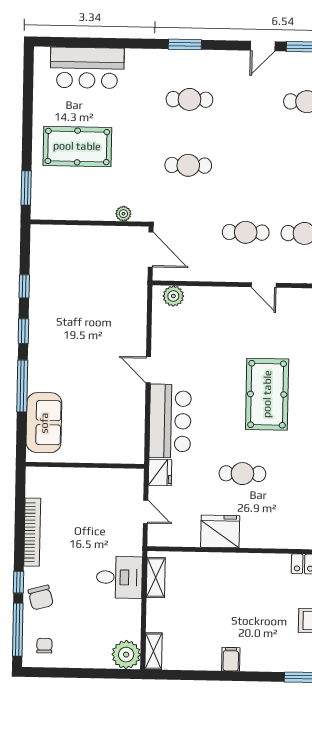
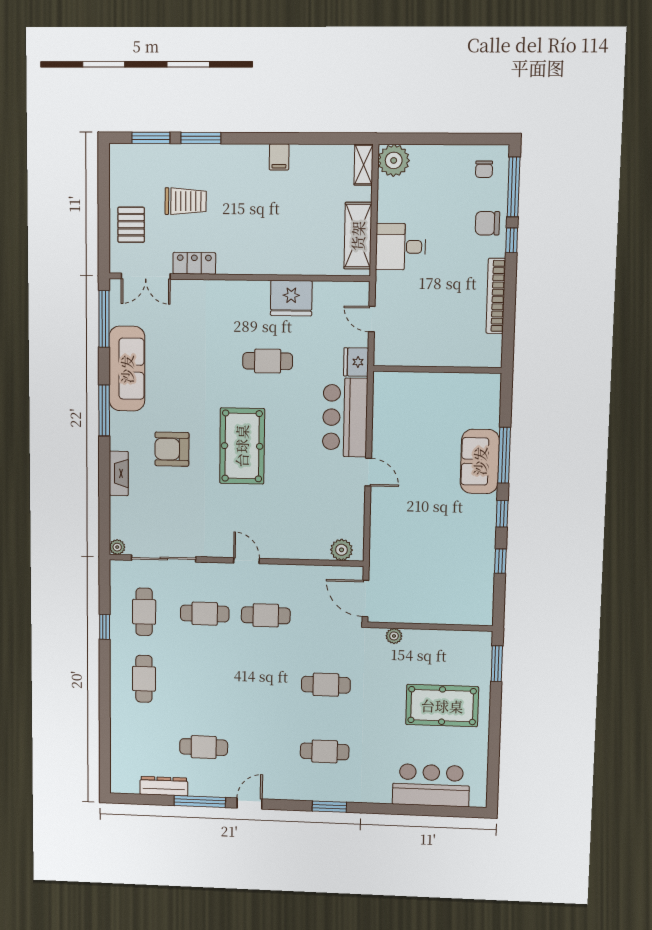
sofa: (44, 423) -> (480, 461), moved
shelving: (156, 578) -> (358, 236), width x1.50, depth x1.33
chair: (41, 598) -> (487, 223), turned -75

